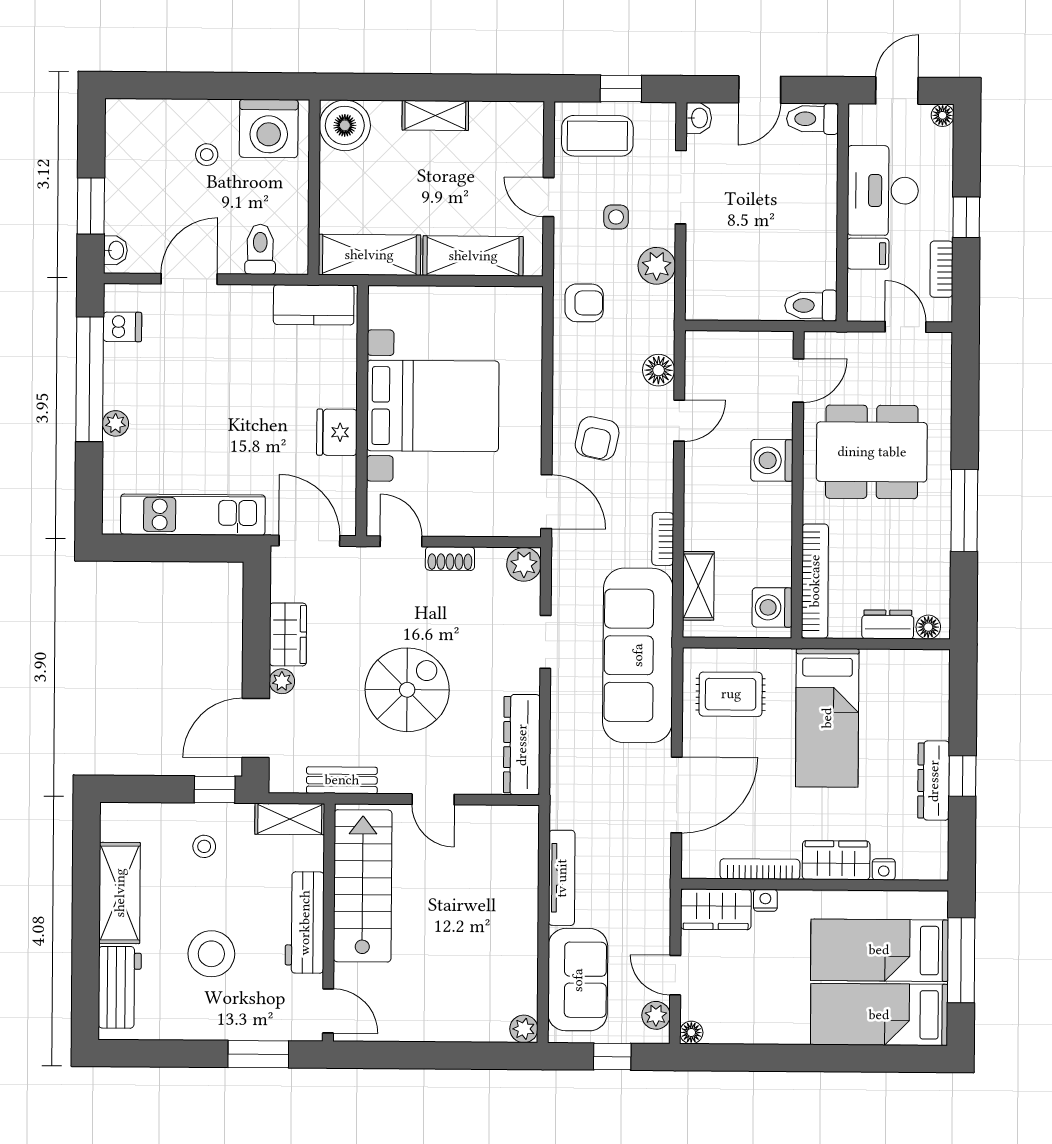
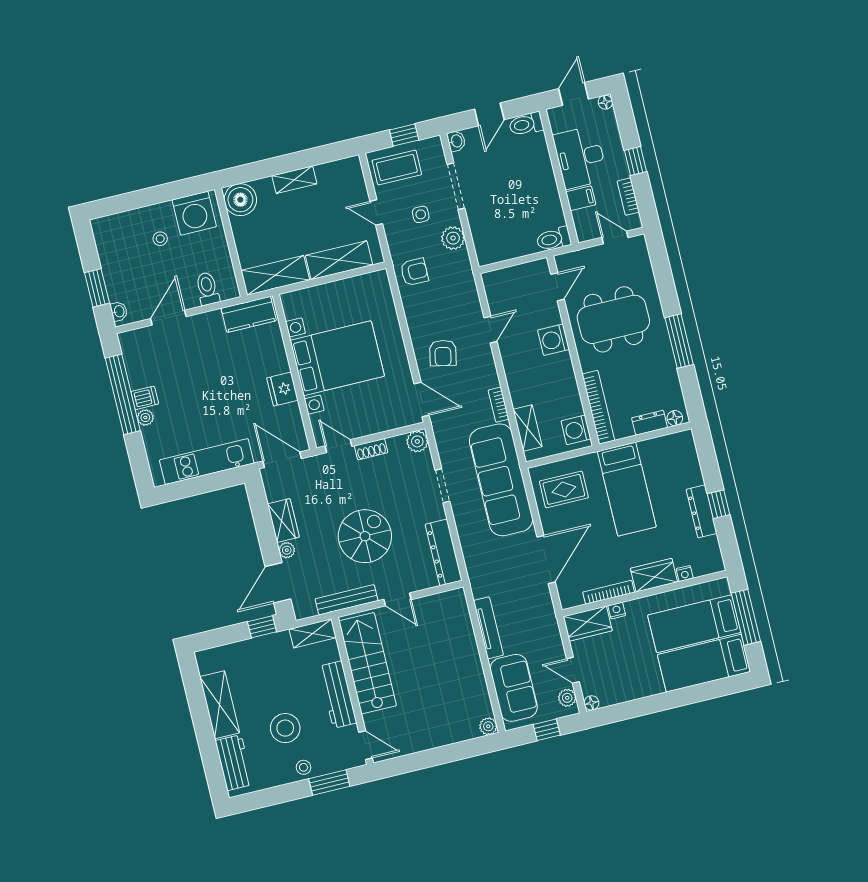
dishwasher: (122, 327) -> (145, 398), moved
floor lamp: (659, 370) -> (470, 302), removed
bench: (342, 780) -> (347, 600), width x1.36
stool: (204, 846) -> (304, 767), moved

